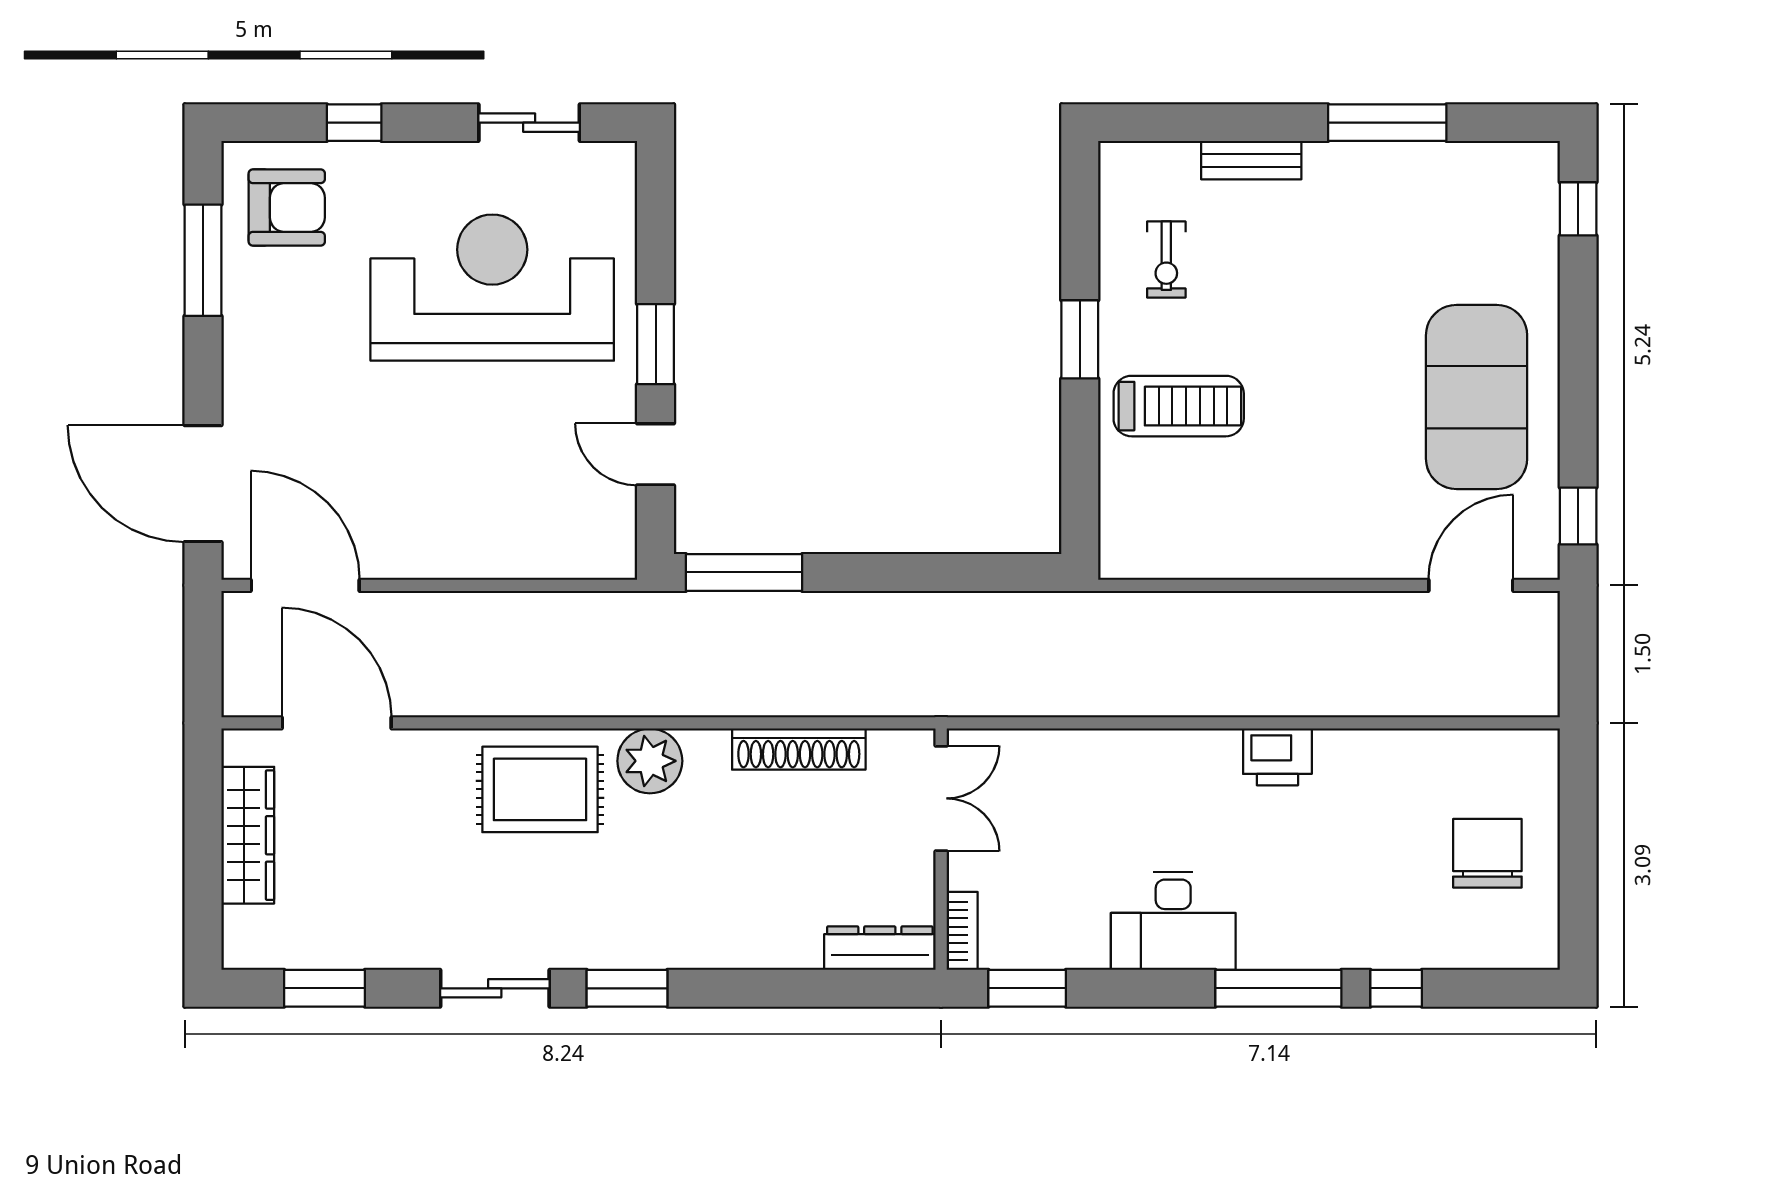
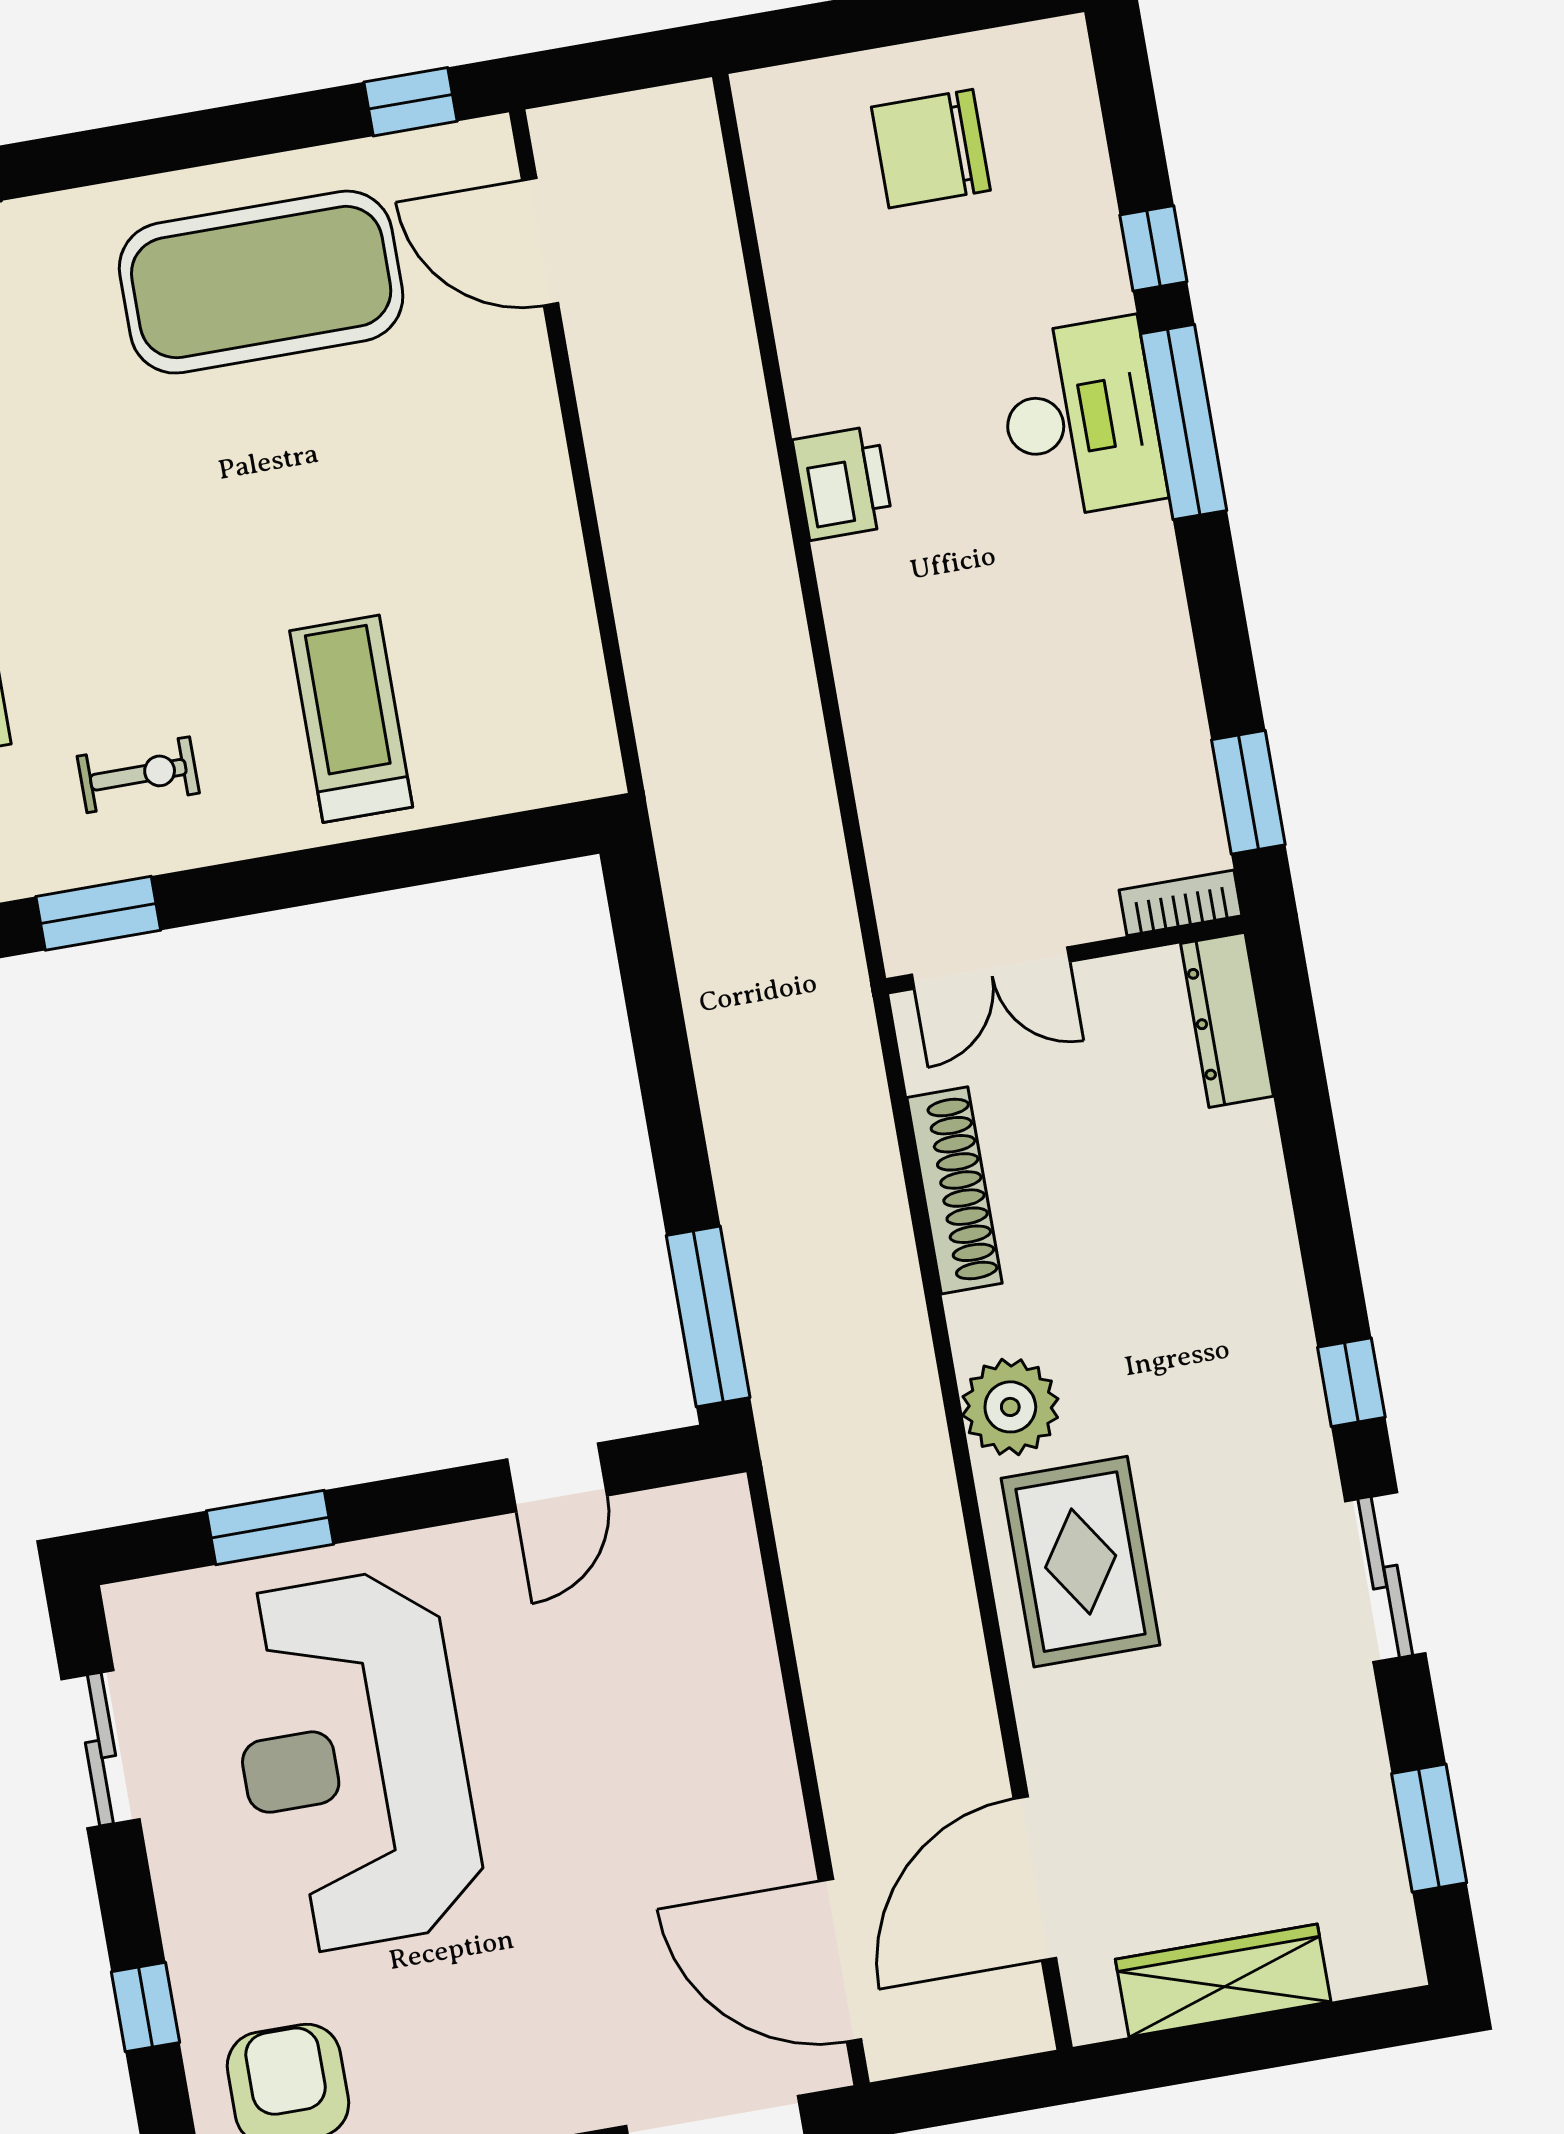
window: (1080, 339) -> (98, 913), moved
window: (656, 344) -> (270, 1527), moved
door: (305, 585) -> (840, 1960), hinge flipped
double door: (941, 798) -> (991, 968), swing flipped
desk: (1173, 921) -> (1081, 418), moved
window: (627, 988) -> (1351, 1382), width x0.67

